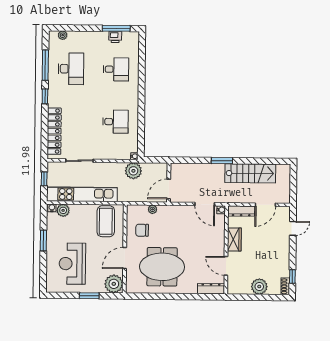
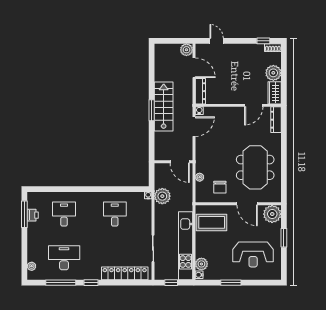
stairs: (250, 173) -> (164, 106), moved
plant: (284, 197) -> (186, 50), added
wardrobe: (234, 240) -> (275, 93), moved, turned -90

